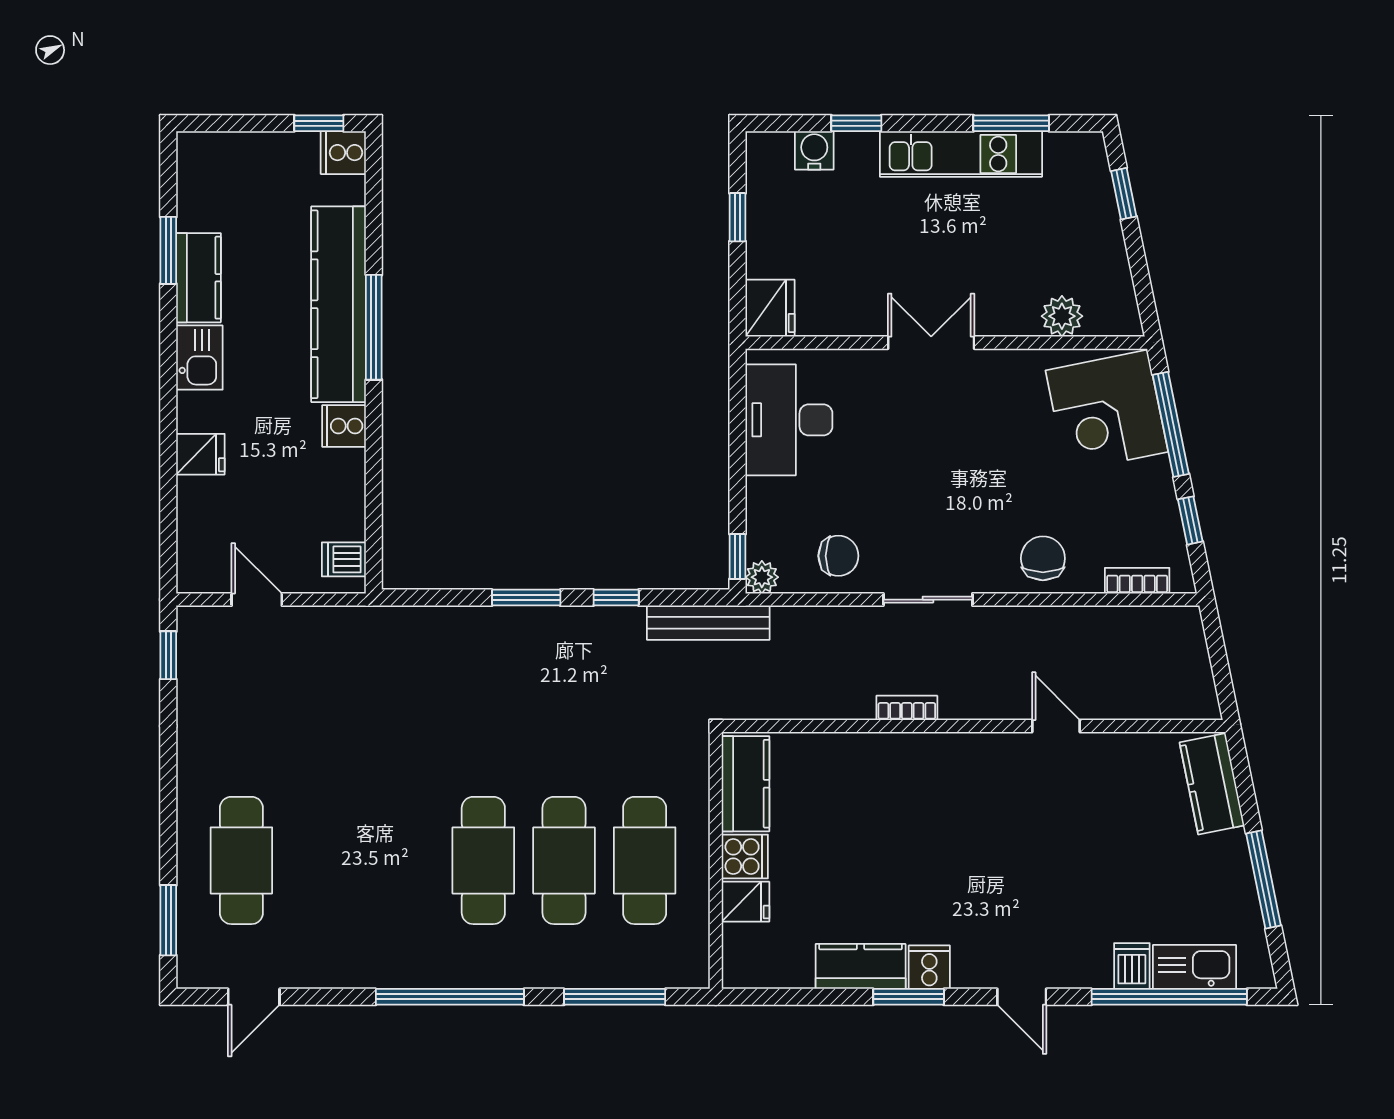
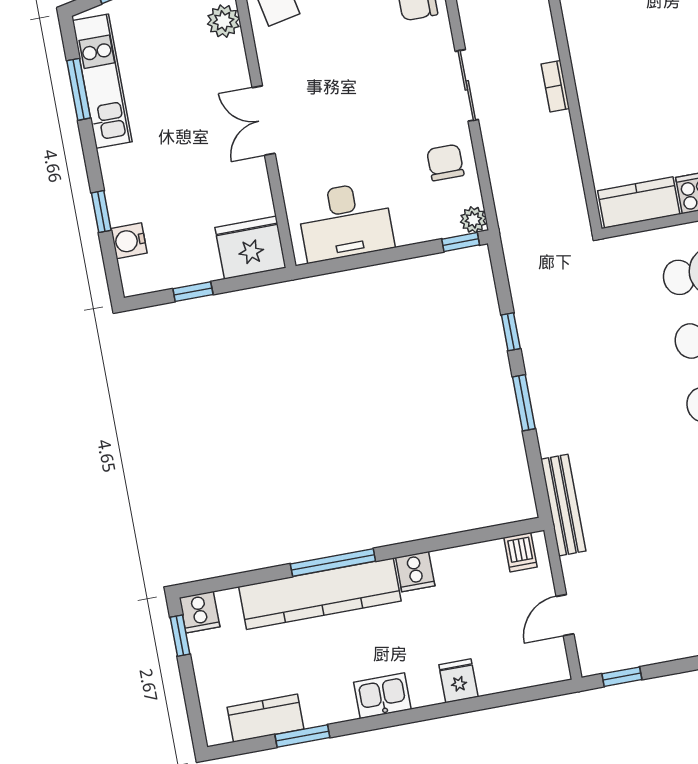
kitchen unit: (961, 154) -> (102, 81), moved
kitchen counter: (198, 278) -> (266, 718), moved
fridge: (770, 308) -> (250, 248), width x1.36, depth x1.34
bench: (708, 623) -> (563, 505), moved

